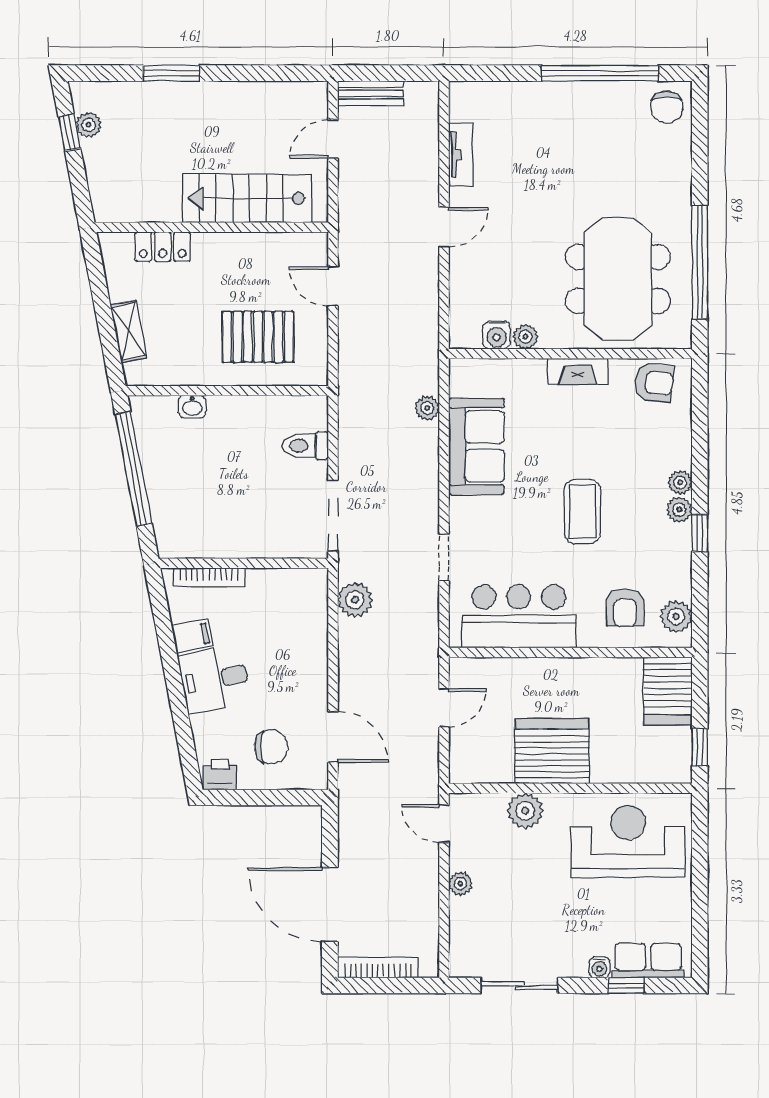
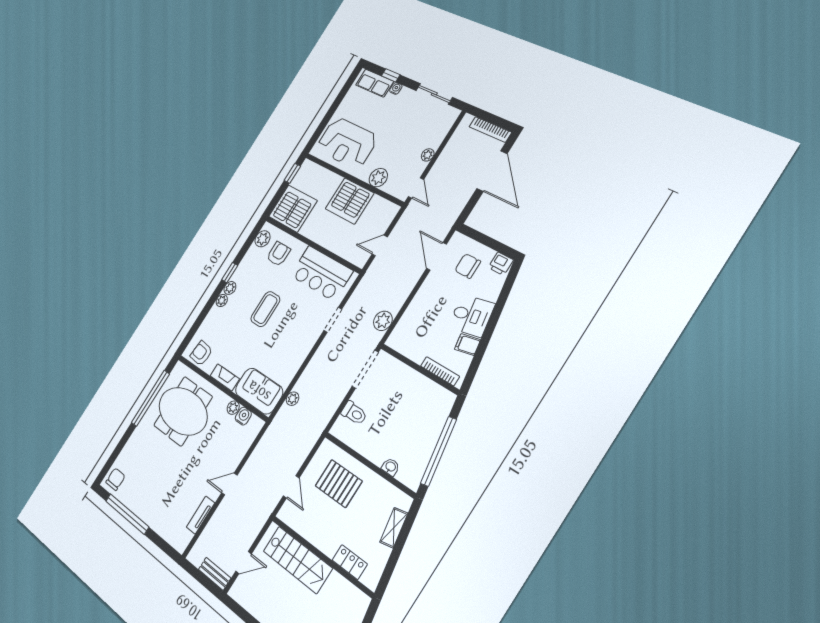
meeting table: (618, 279) -> (183, 411), turned 90
sofa: (476, 446) -> (259, 391), moved, turned 90
server rack: (668, 691) -> (293, 209), width x1.60

